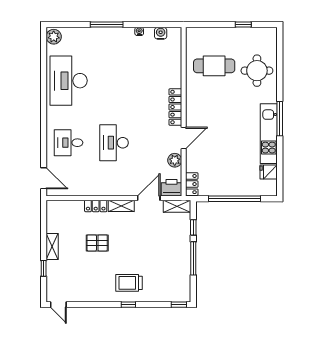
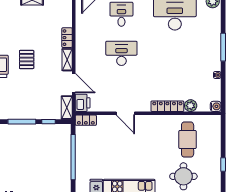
water cooler: (161, 33) -> (216, 106), moved
locker: (175, 107) -> (167, 106), moved
plant: (175, 160) -> (191, 106), moved
pallet: (97, 243) -> (27, 59), moved

